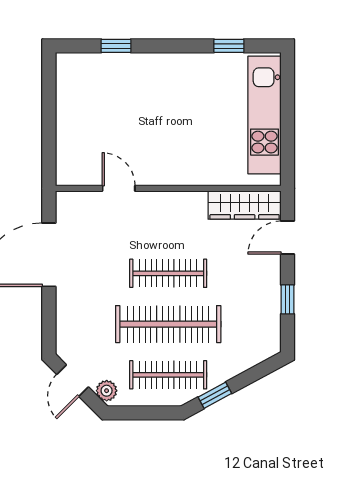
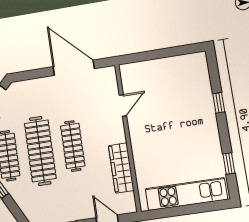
window: (116, 46) -> (219, 103), moved
wardrobe: (245, 205) -> (121, 168), moved

